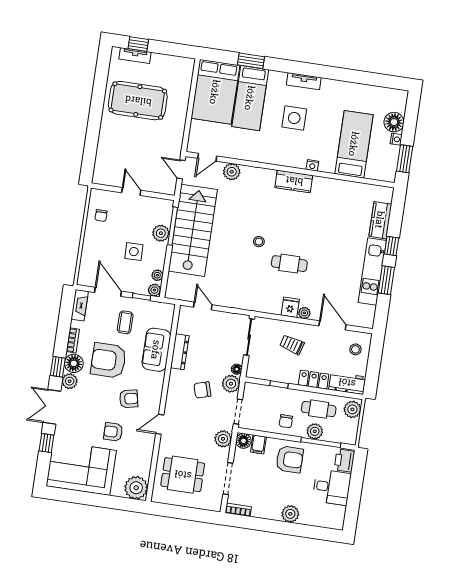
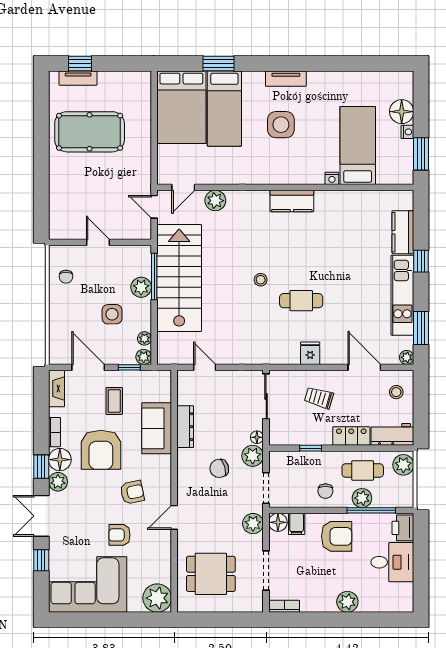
nightstand: (312, 165) -> (332, 178), moved
window: (386, 280) -> (421, 328), moved
plant: (304, 313) -> (407, 357), moved
armchair: (108, 360) -> (101, 450), turned -90

